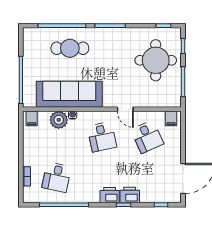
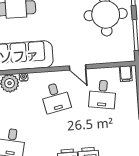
desk: (147, 137) -> (103, 94), turned 33

